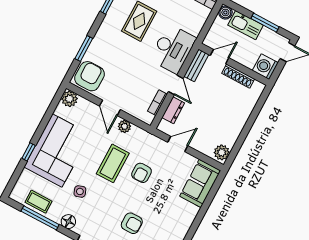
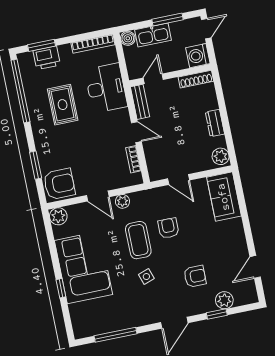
desk: (173, 49) -> (106, 88), moved
armchair: (89, 76) -> (59, 184), turned 90
shoe rack: (238, 76) -> (196, 79), moved
dresser: (173, 110) -> (215, 123), moved, turned 180
door: (178, 144) -> (179, 179), swing flipped
armchair: (142, 173) -> (168, 228), turned 180
side table: (80, 191) -> (146, 277), moved
coffee table: (38, 202) -> (103, 322), removed
floor lamp: (68, 222) -> (141, 318), removed

